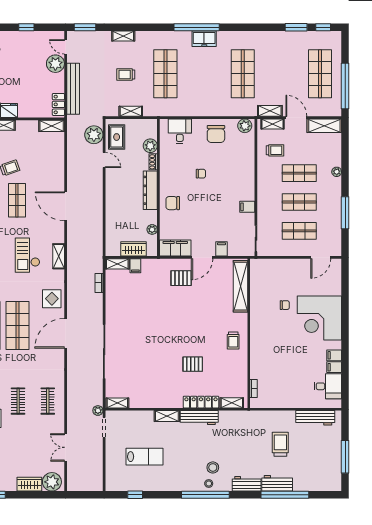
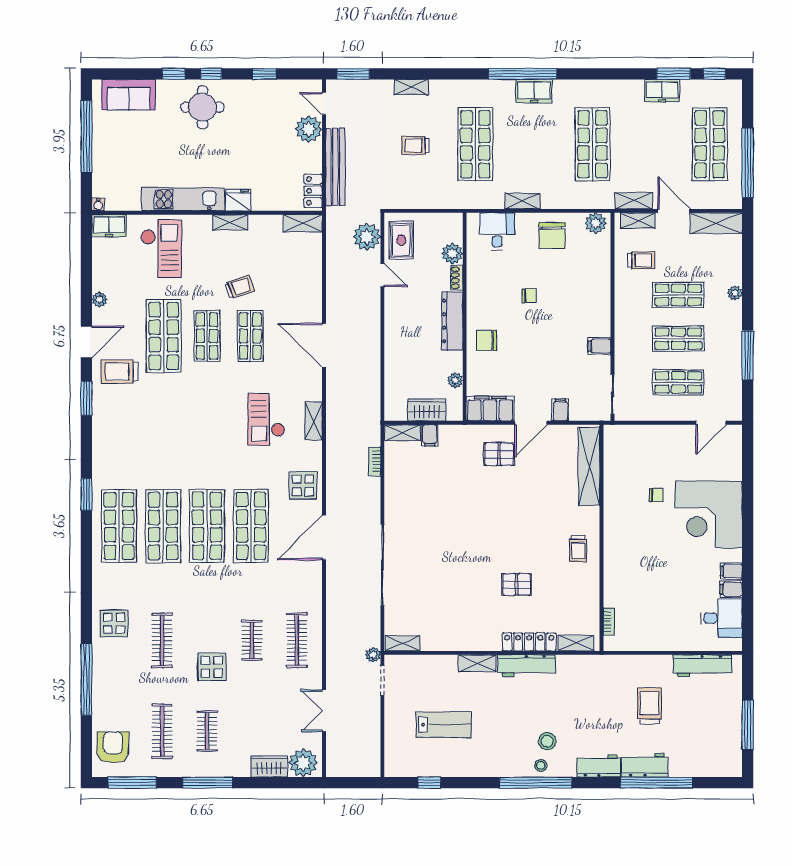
freezer: (289, 38) -> (662, 91), added
shelving: (131, 111) -> (522, 201), moved
clothes rail: (48, 401) -> (297, 640), width x1.36

